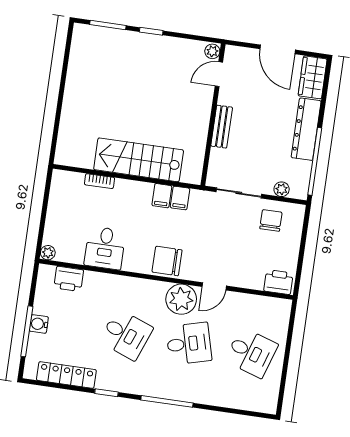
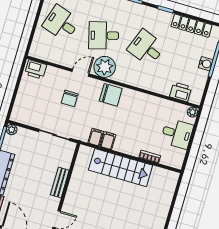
plant: (282, 189) -> (12, 130), moved
chair: (271, 220) -> (70, 98), moved
desk: (105, 248) -> (177, 134), moved, turned 90

